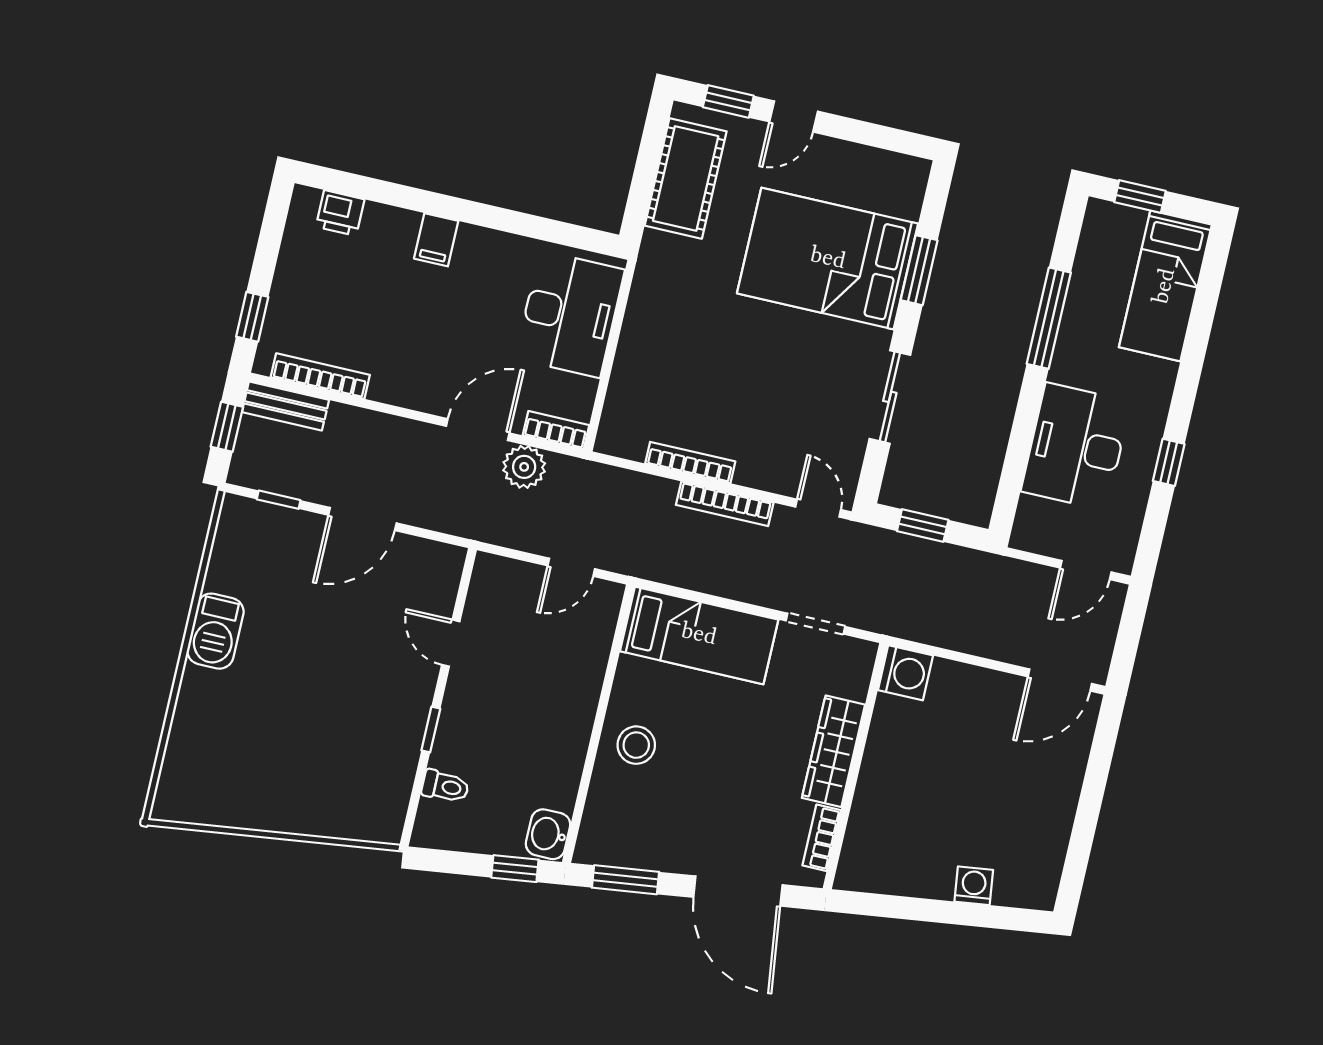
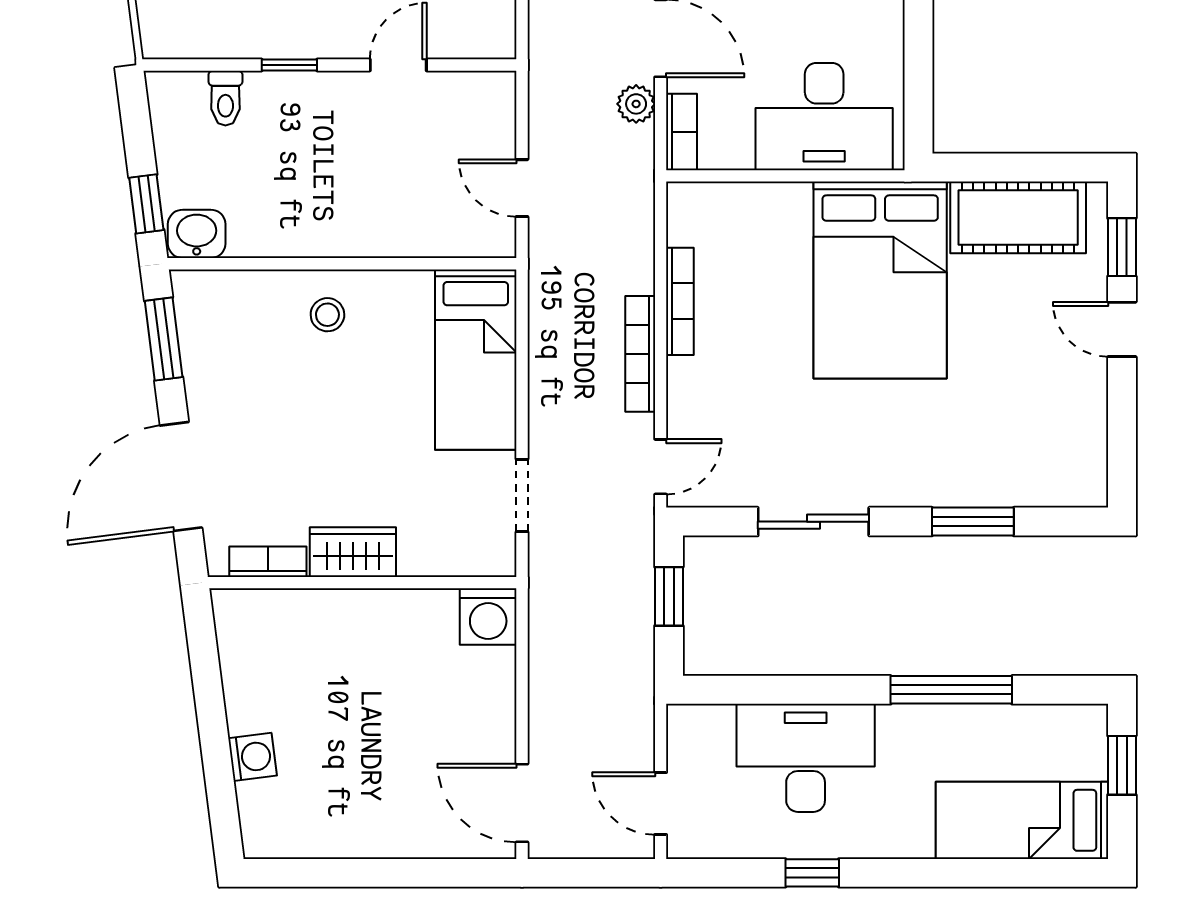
bed: (828, 259) -> (880, 280), moved, turned 180
plant: (524, 467) -> (636, 104), width x0.73, depth x0.73
stool: (636, 745) -> (327, 315), width x0.73, depth x0.73
wardrobe: (834, 751) -> (353, 552), width x0.67

